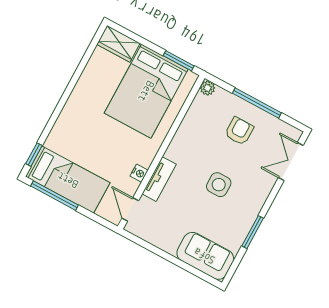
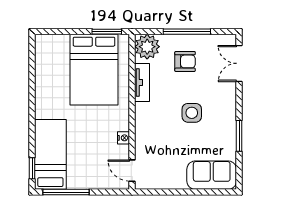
wardrobe: (118, 44) -> (52, 44), removed
plant: (207, 88) -> (147, 47), width x1.87, depth x1.87
armchair: (239, 131) -> (185, 61), turned 90
tv unit: (159, 179) -> (142, 82), moved
bed: (68, 180) -> (50, 154), moved, turned -90

